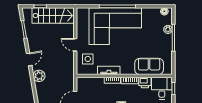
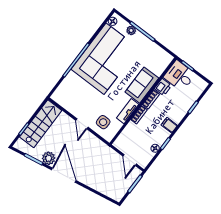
corner sofa: (115, 26) -> (105, 59), moved
door: (75, 45) -> (82, 124), hinge flipped
door: (29, 60) -> (64, 175), width x1.87
sofa: (149, 66) -> (142, 85), moved
plant: (39, 76) -> (49, 158), moved

